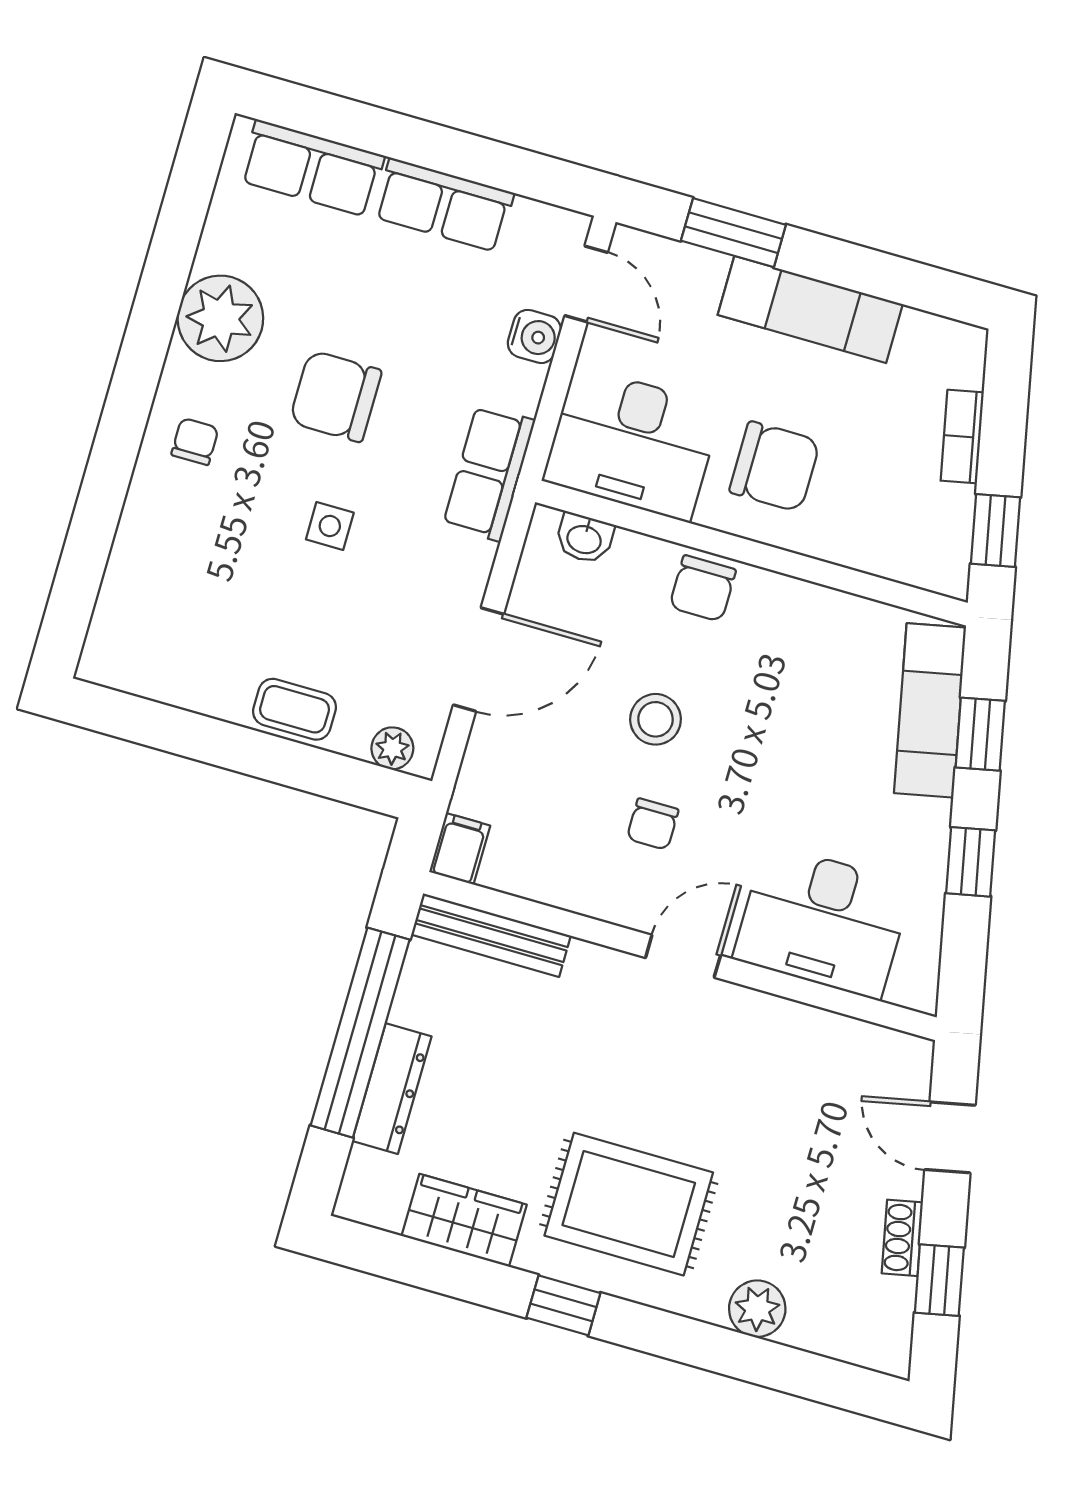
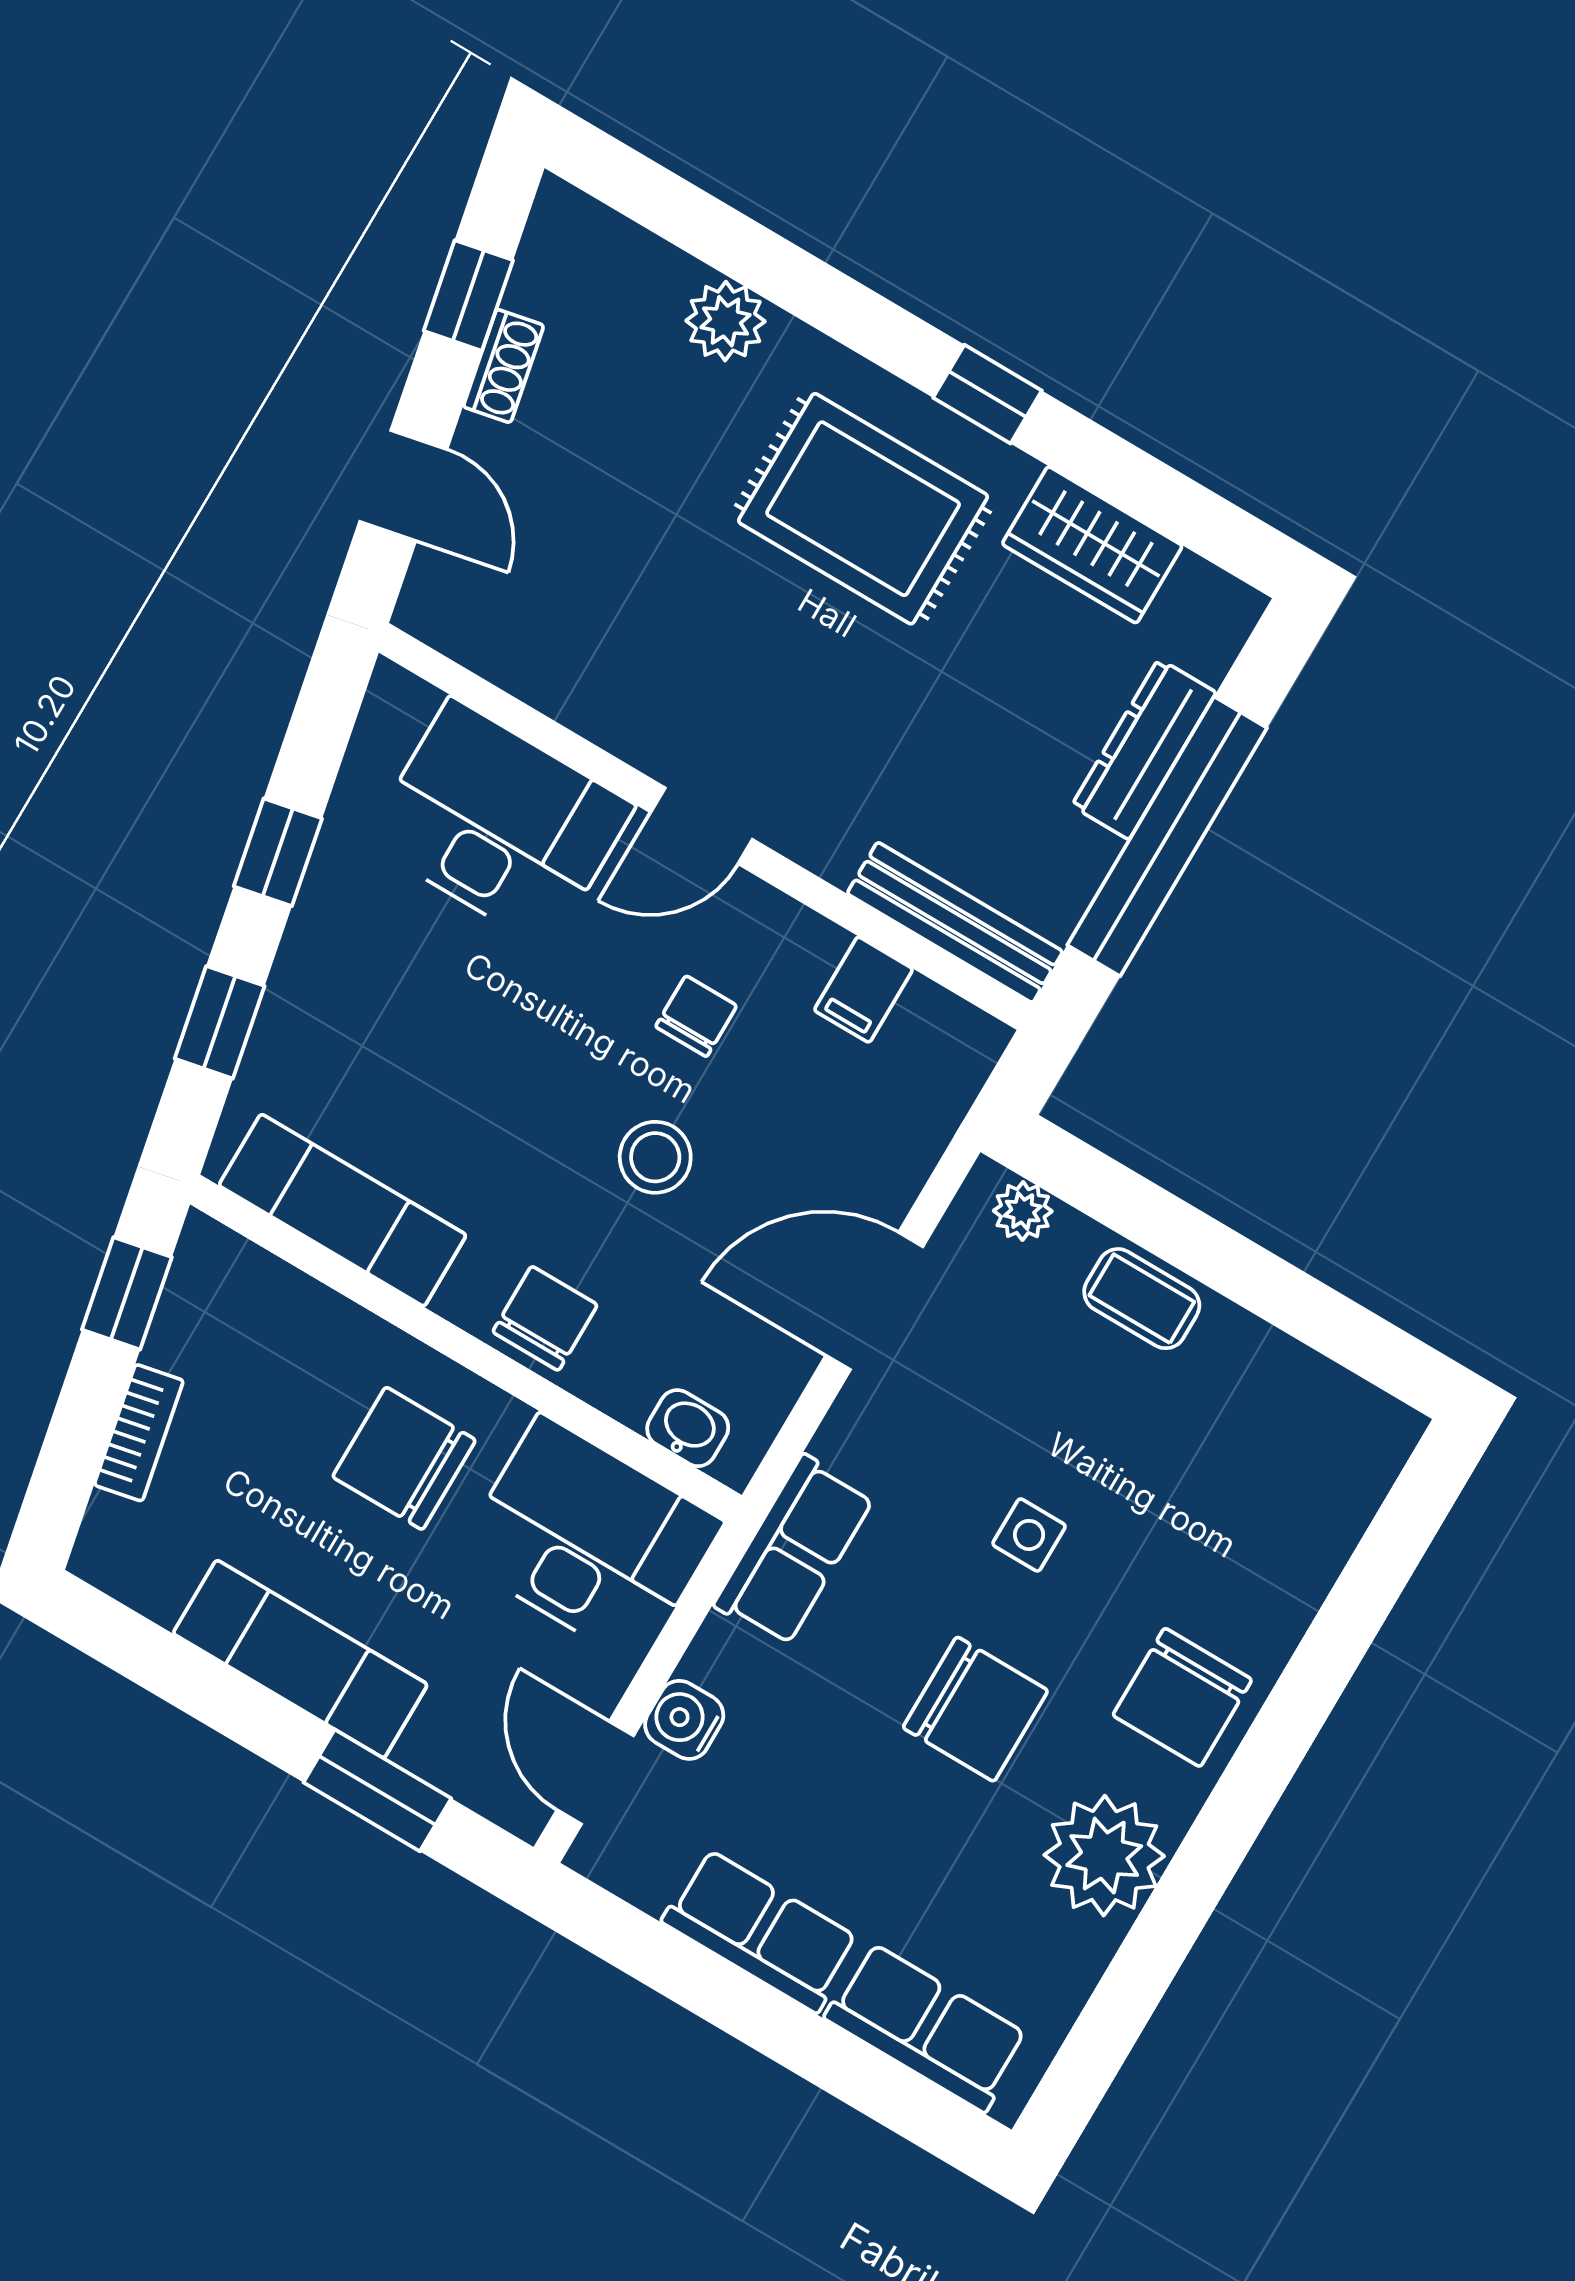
chair: (195, 441) -> (1182, 1697), width x1.87, depth x1.87
exam couch: (930, 710) -> (342, 1210), moved, turned -78
filing cabinet: (460, 849) -> (863, 990), moved

